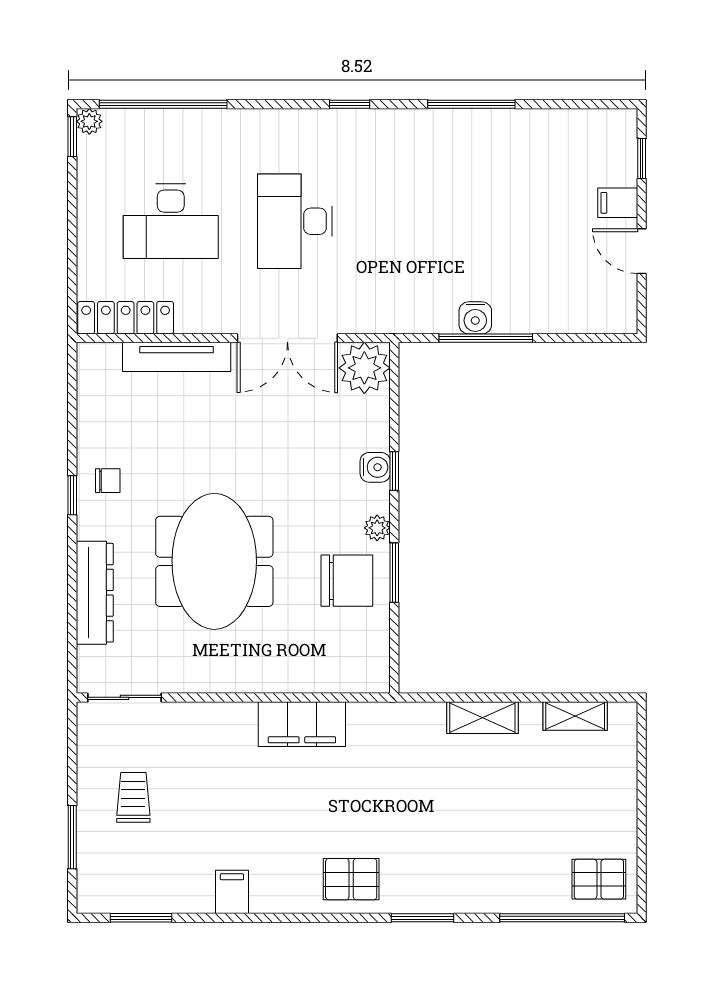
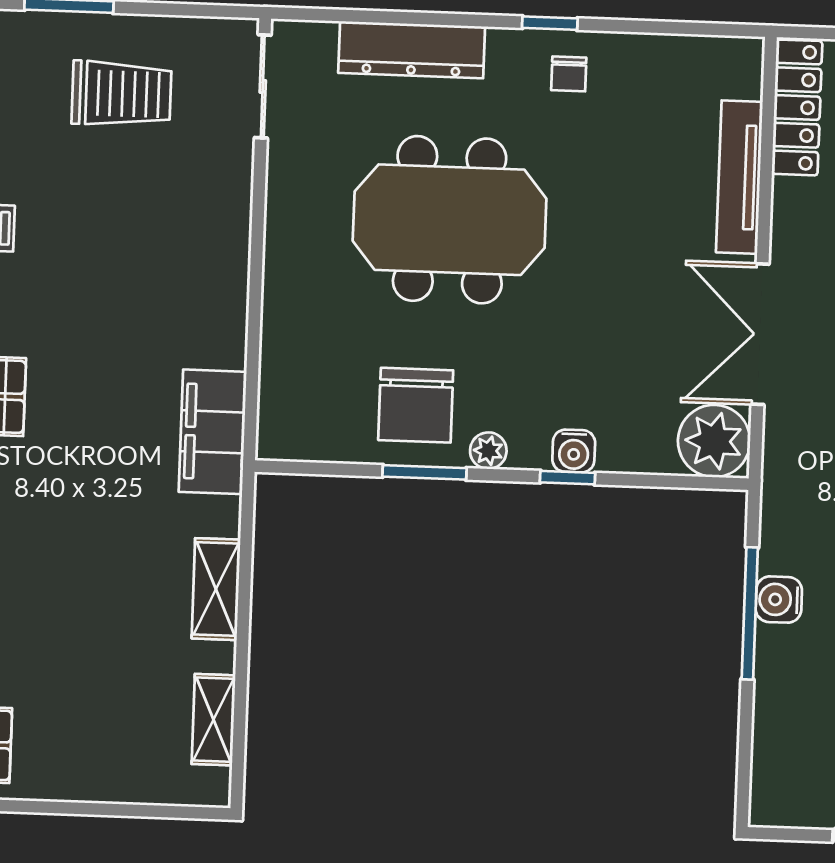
filing cabinet: (302, 724) -> (213, 432), moved
trolley: (133, 797) -> (122, 94), width x1.36, depth x1.39

